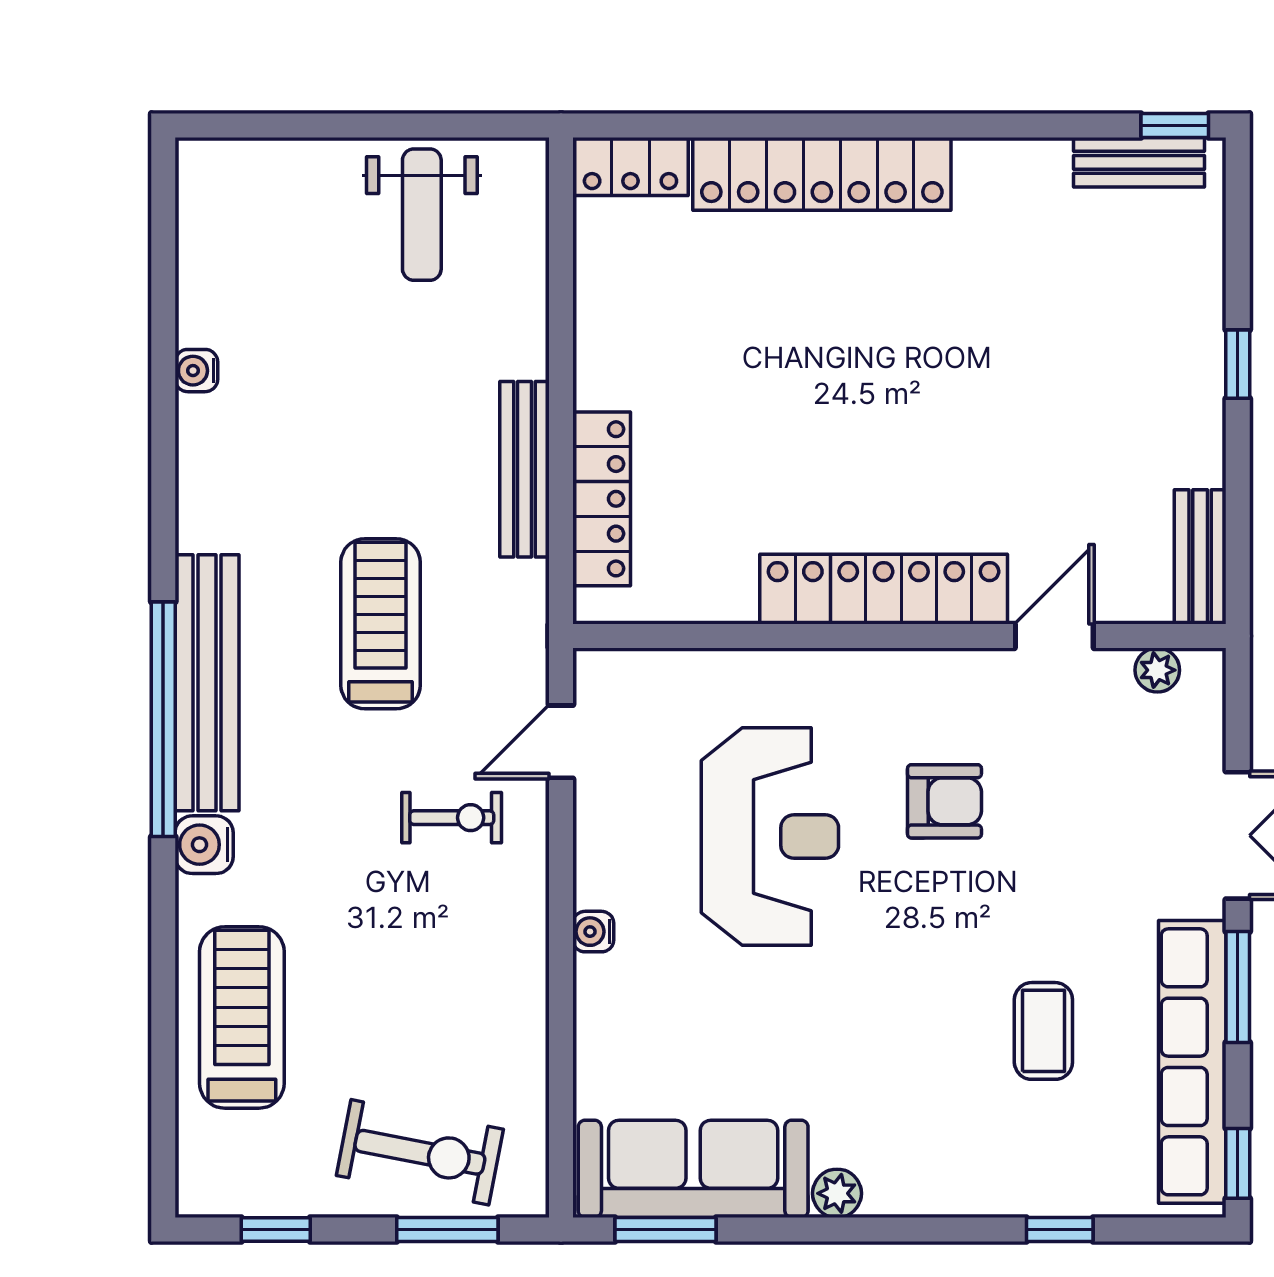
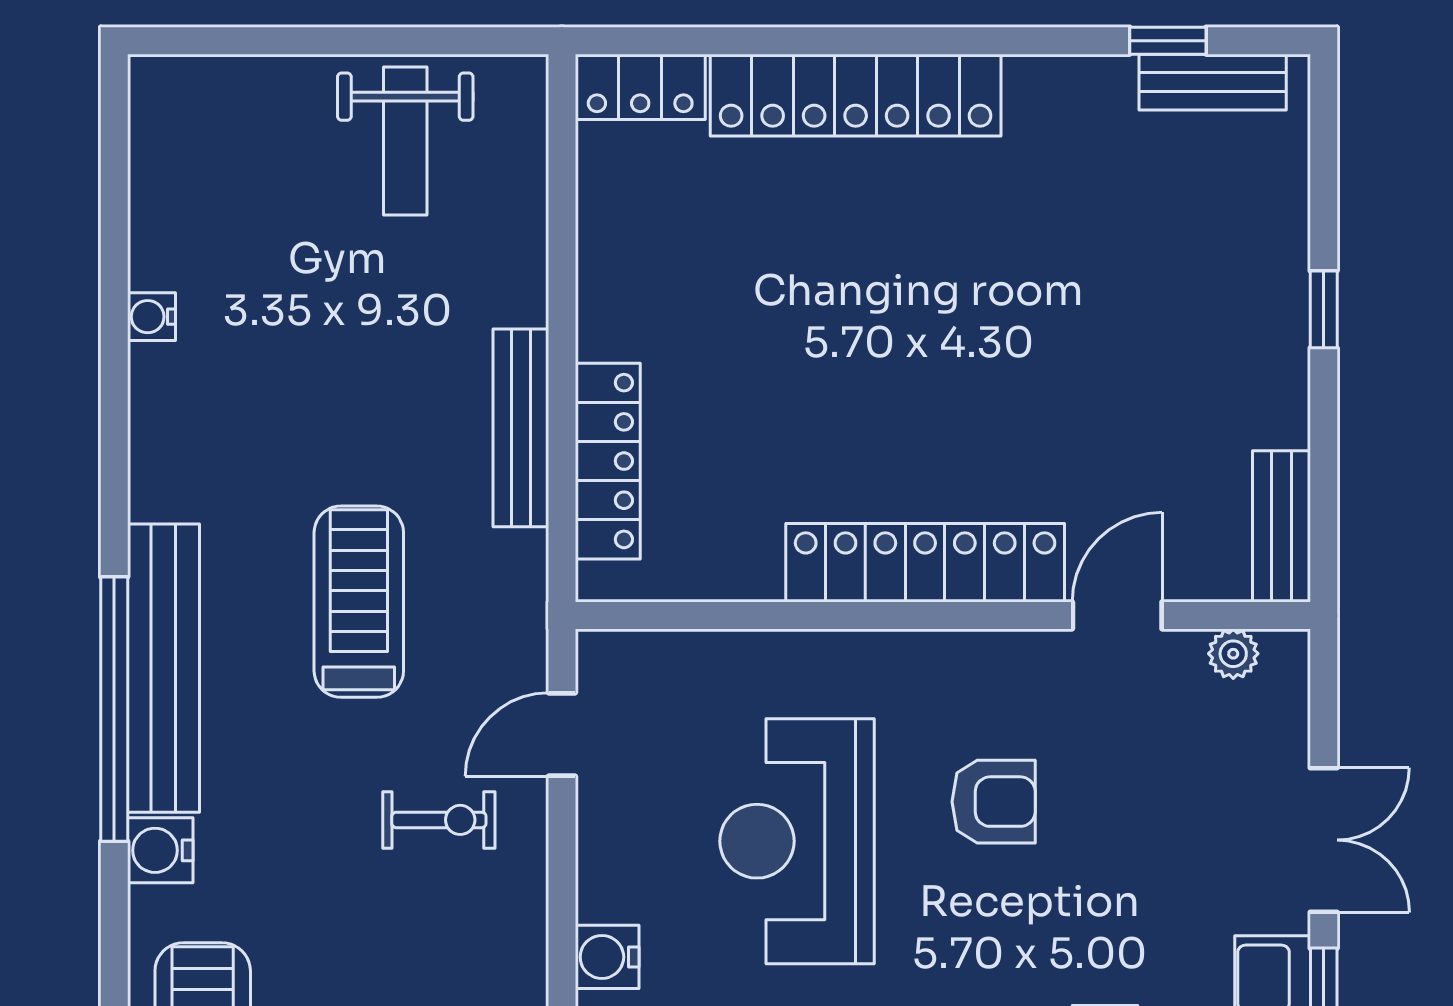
window: (1175, 125) -> (1168, 41), moved
reception desk: (770, 837) -> (797, 841), turned 180
water cooler: (593, 932) -> (607, 957), width x1.38, depth x1.38

